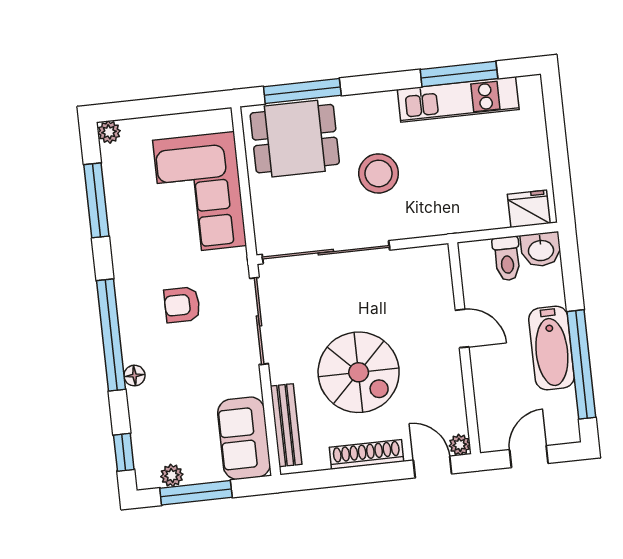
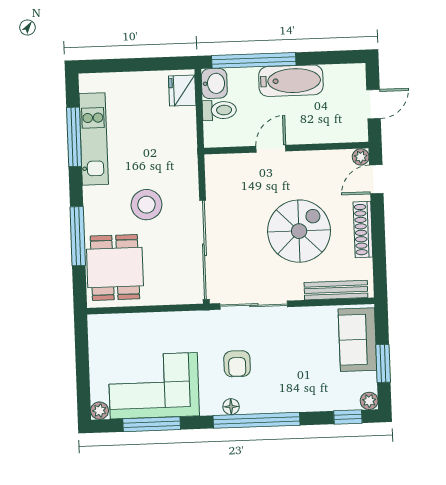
window: (302, 91) -> (78, 236), moved
corner sofa: (200, 193) -> (154, 386), moved, turned 180
window: (581, 364) -> (254, 60), moved
floor lamp: (134, 376) -> (231, 407), moved
sofa: (244, 438) -> (358, 340), moved, turned 90
door: (529, 457) -> (374, 104), swing flipped
plant: (172, 475) -> (369, 401), moved
window: (196, 493) -> (383, 363), width x0.69

